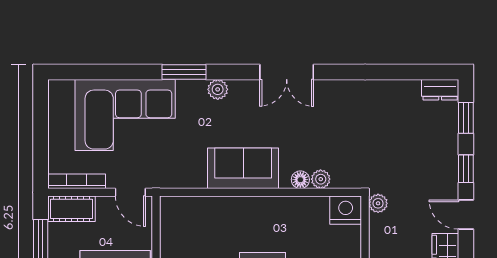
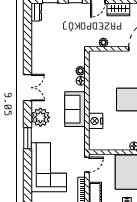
plant: (218, 89) -> (40, 117), width x1.88, depth x1.88
plant: (378, 203) -> (103, 43), moved
nightstand: (346, 210) -> (96, 121), moved

